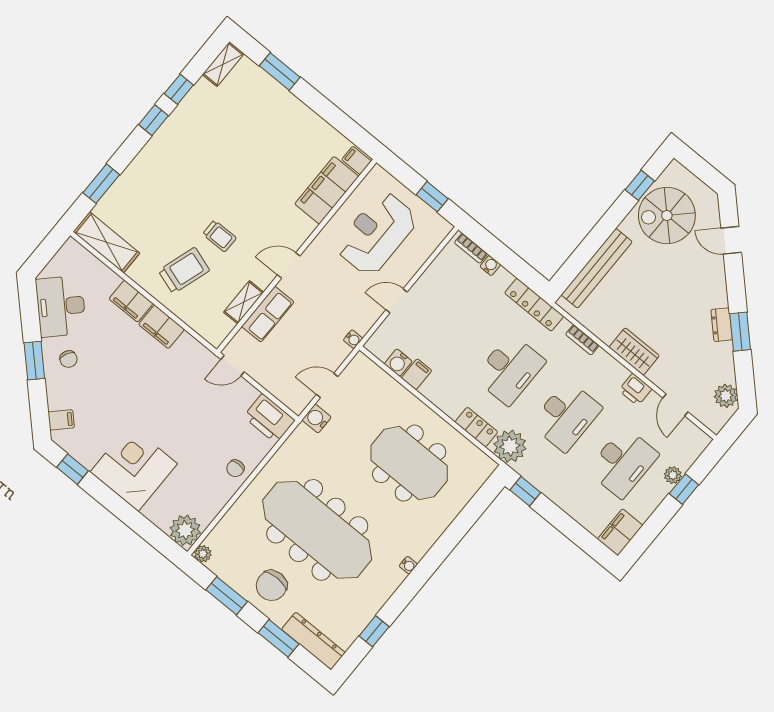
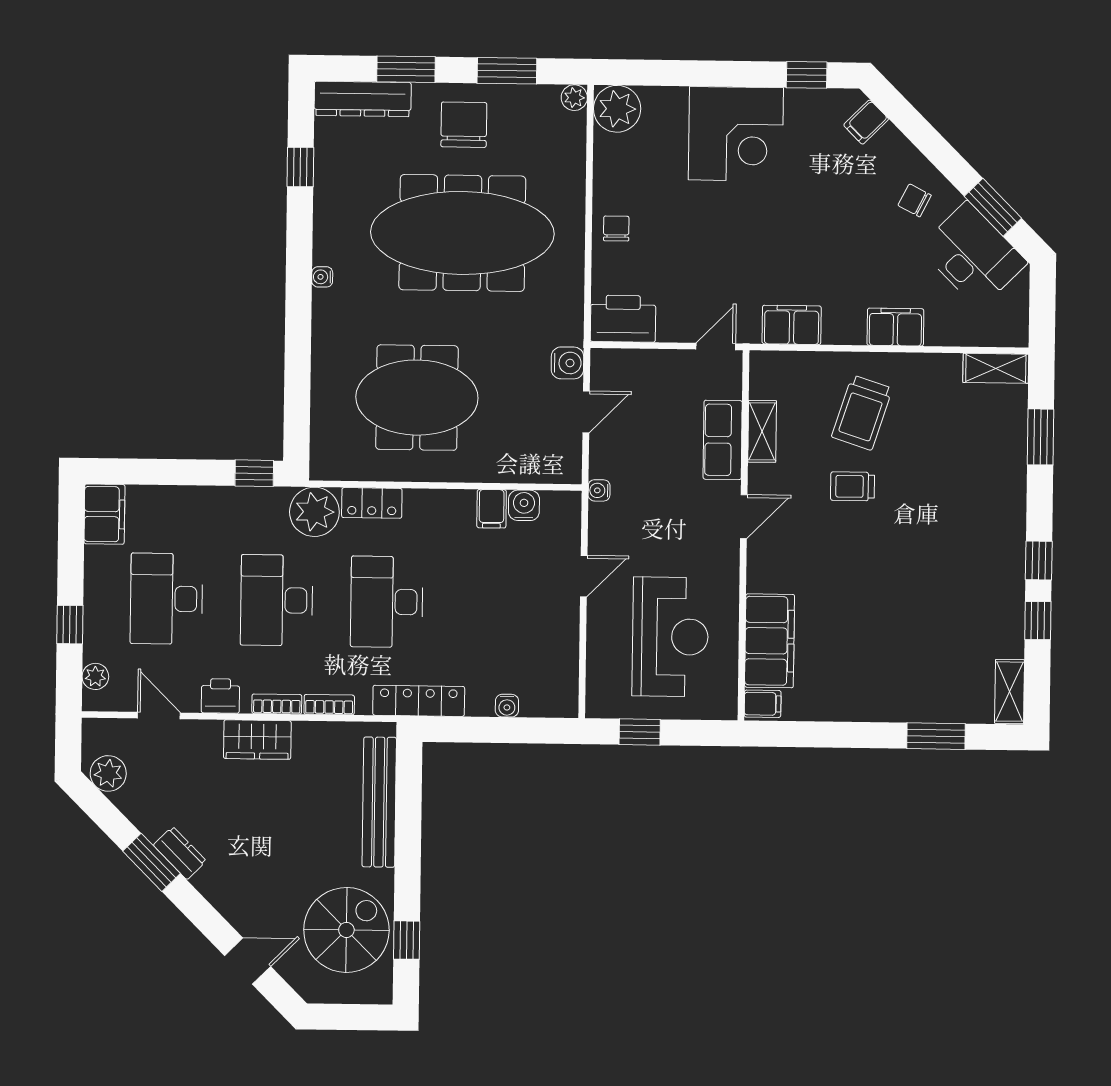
shelving: (106, 242) -> (996, 368), width x0.67, depth x0.75
bookcase: (471, 248) -> (277, 704), moved
filing cabinet: (161, 327) -> (792, 325), moved
window: (34, 361) -> (993, 207), moved
plant: (673, 475) -> (95, 676), moved

